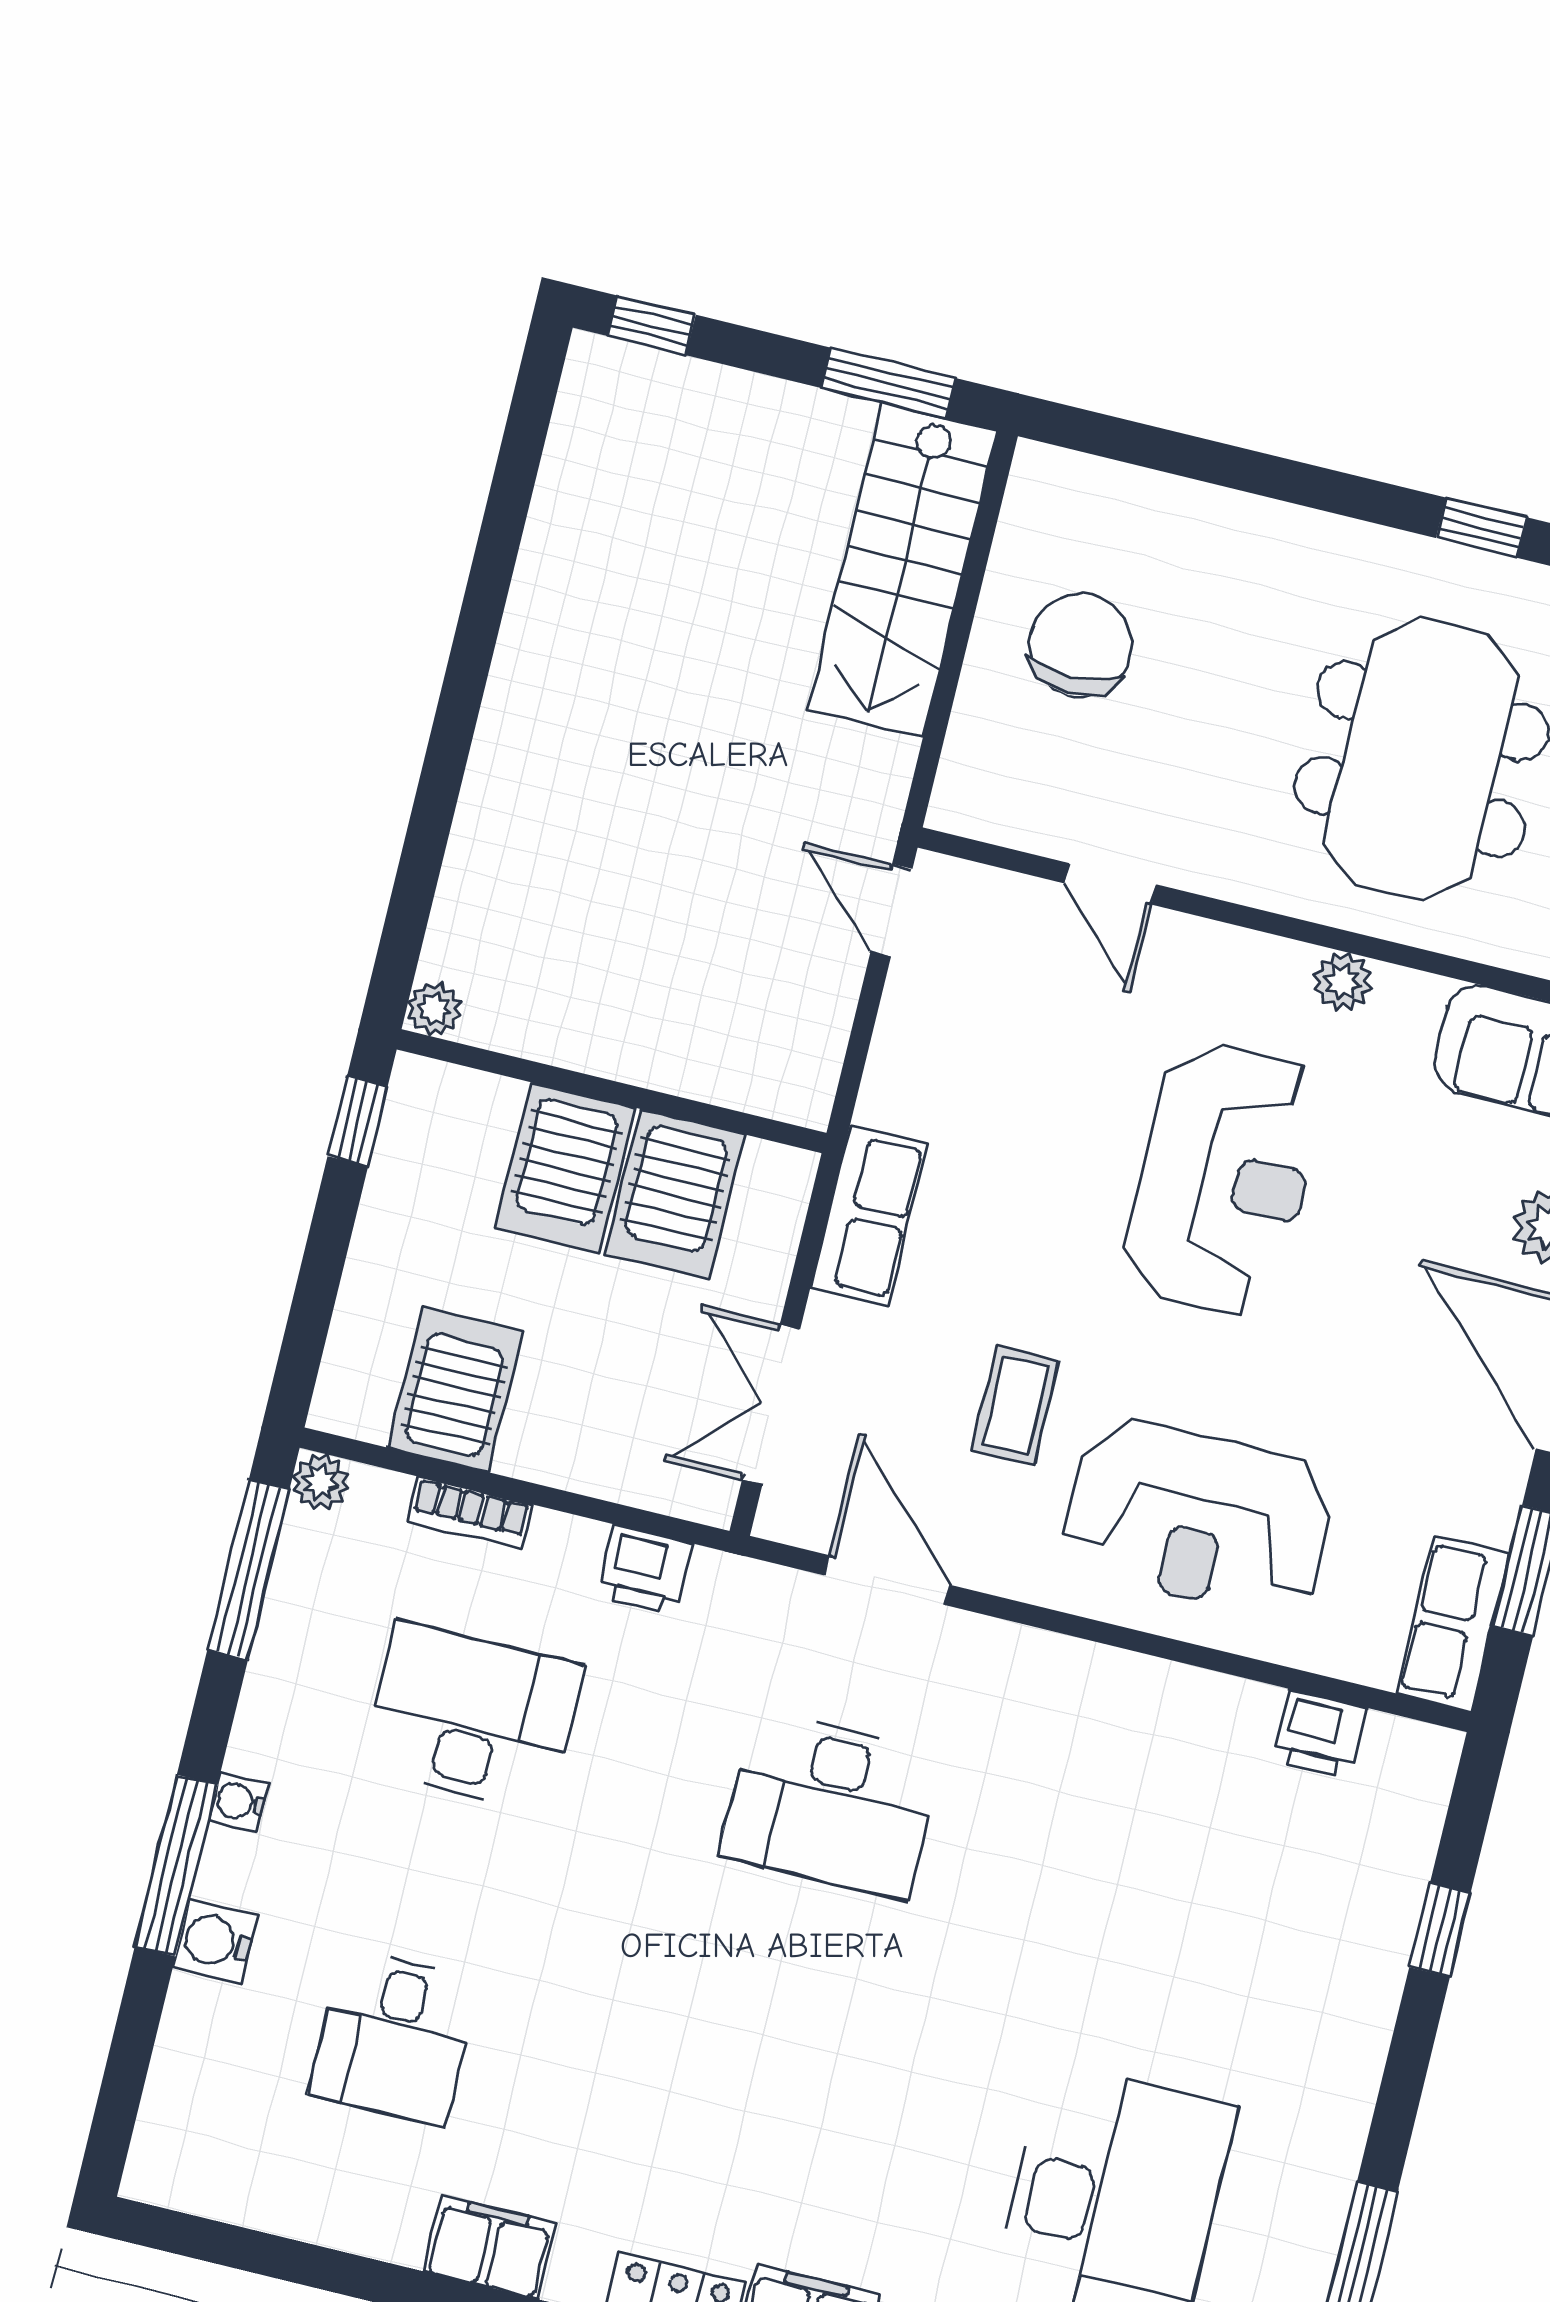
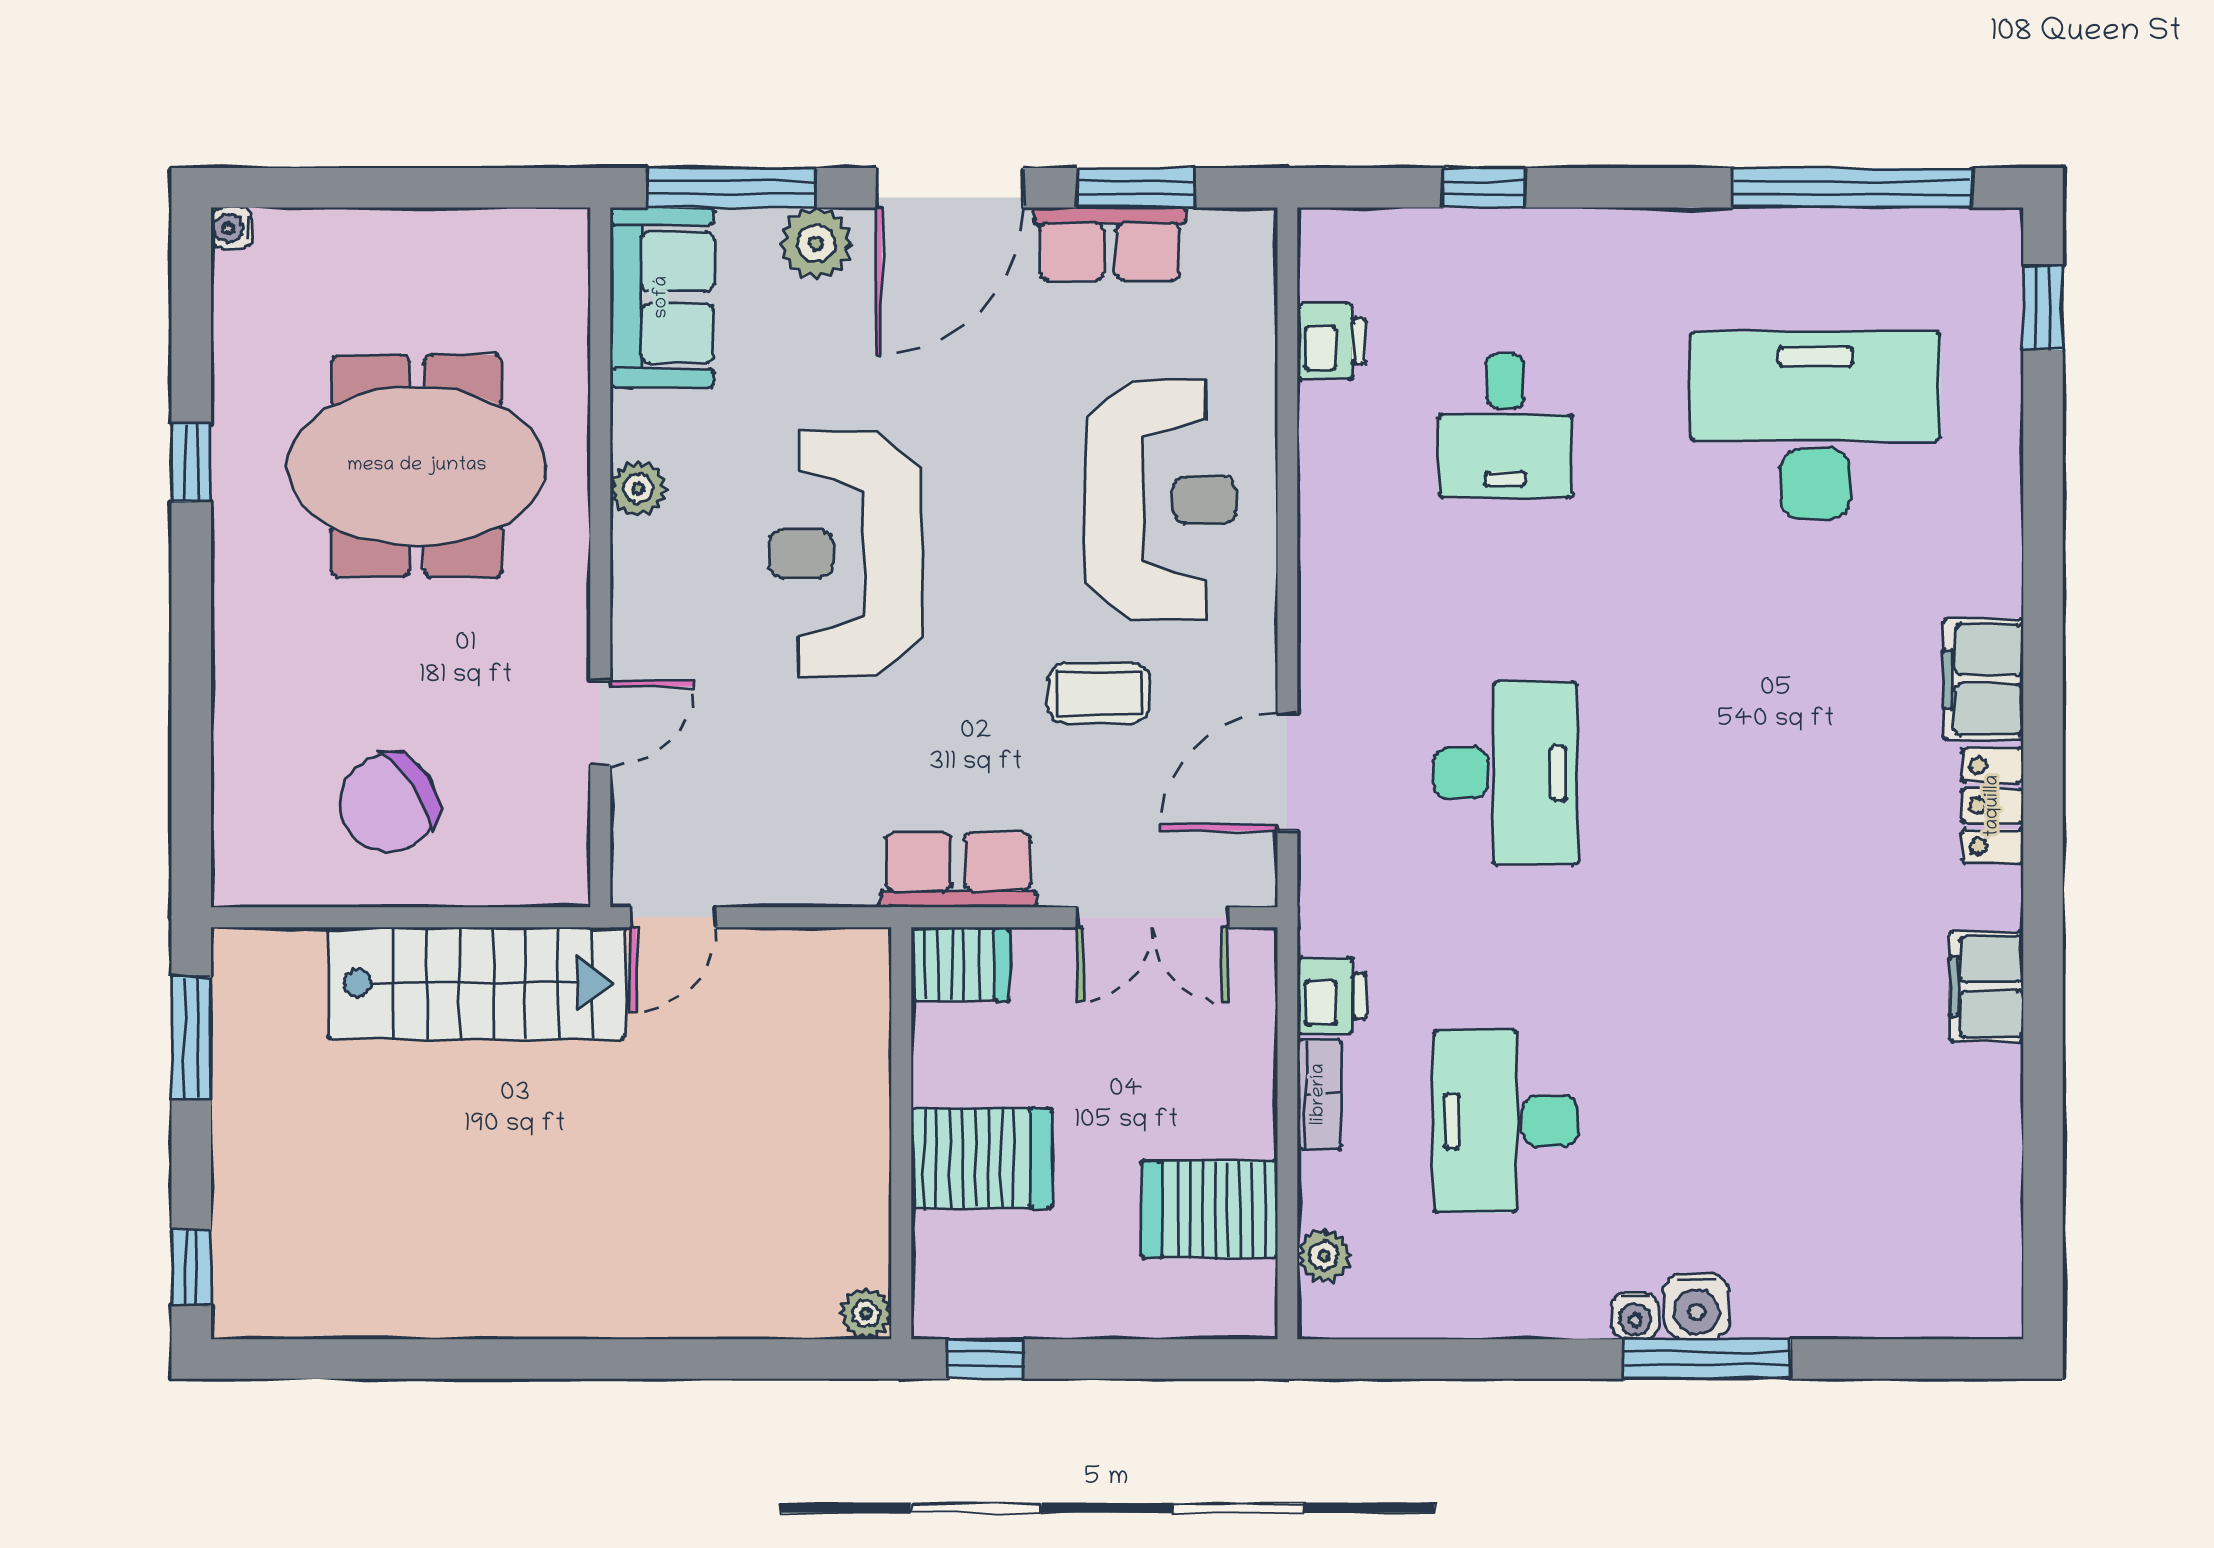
stairs: (903, 570) -> (476, 983), moved
chair: (1080, 645) -> (388, 803), turned -34
reception desk: (1223, 1179) -> (845, 554), turned -90
server rack: (675, 1195) -> (960, 964), moved, width x0.73, depth x0.70
plant: (320, 1482) -> (1324, 1256), moved
bookcase: (470, 1513) -> (1319, 1094), moved
window: (248, 1570) -> (1420, 1359), removed
row of seats: (1453, 1624) -> (1110, 244), moved
water cooler: (215, 1941) -> (1697, 1306), moved
desk: (394, 2037) -> (1505, 426), moved, turned 90

